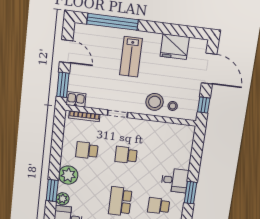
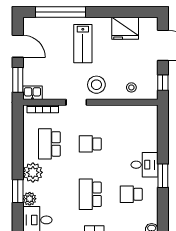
stool: (155, 102) -> (96, 85), moved
school desk: (87, 150) -> (49, 144), width x1.85

